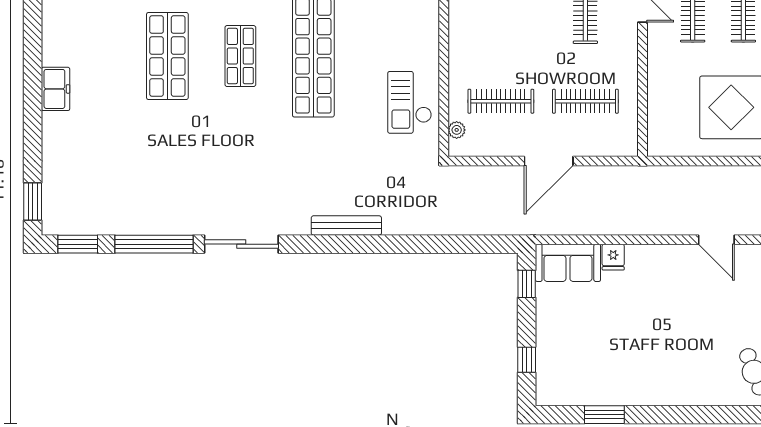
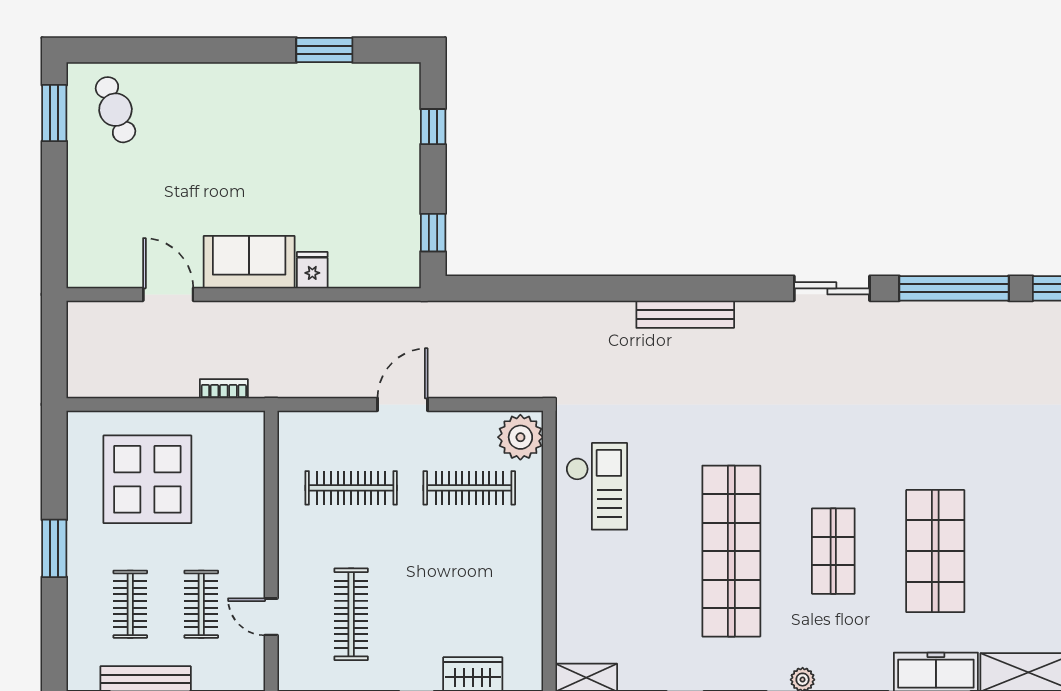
plant: (457, 130) -> (520, 437), width x1.88, depth x1.88
door: (549, 161) -> (402, 404), width x0.73
bookcase: (676, 172) -> (224, 389), added
sliding door: (241, 244) -> (832, 288), width x0.73
sofa: (568, 263) -> (249, 262), moved

